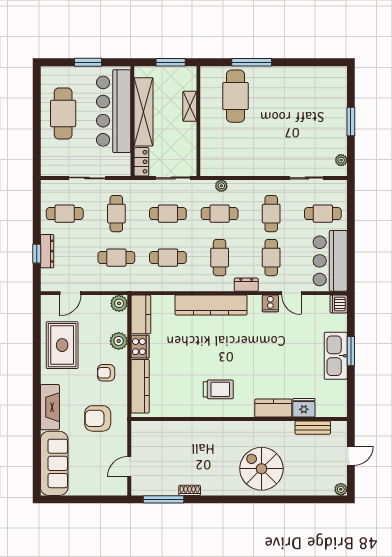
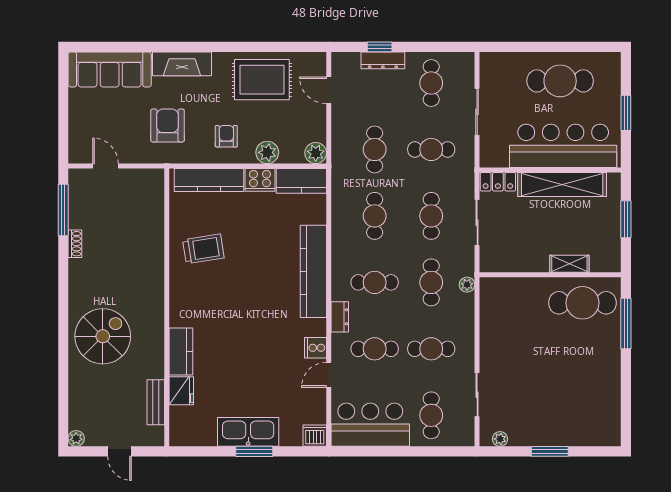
shelving: (190, 106) -> (569, 264), moved
wall: (198, 121) -> (550, 275), moved
trolley: (218, 389) -> (203, 249), moved, turned -99

